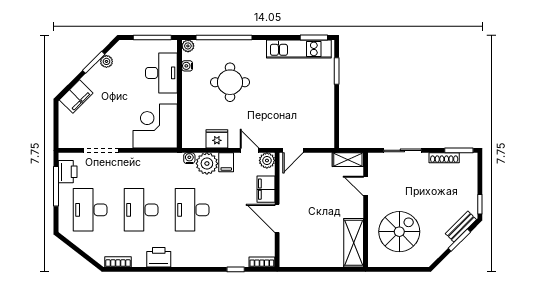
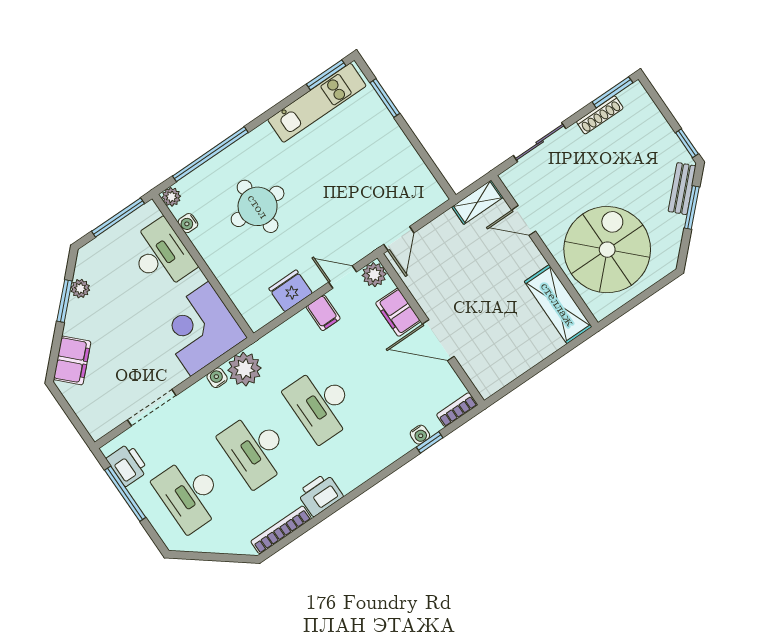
water cooler: (189, 158) -> (217, 378), moved
plant: (207, 164) -> (244, 369), moved
spiral stairs: (399, 232) -> (607, 250), width x1.37, depth x1.37
bookcase: (118, 262) -> (281, 530), width x1.56
water cooler: (233, 262) -> (420, 435), added

